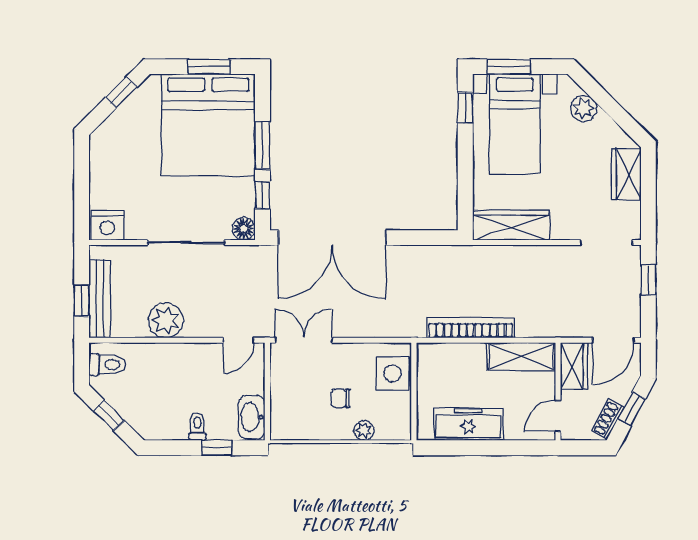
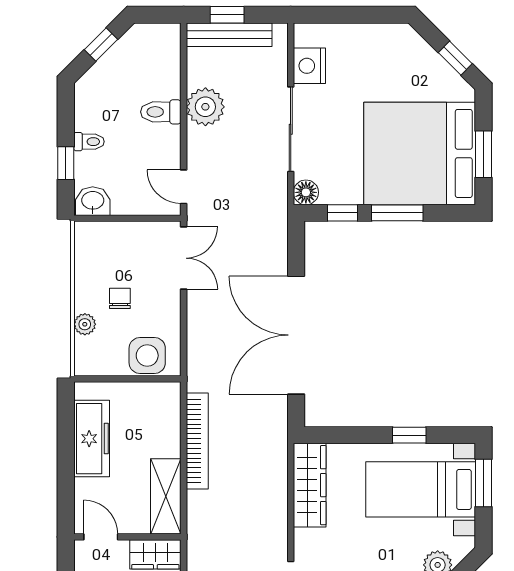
window: (465, 108) -> (409, 435), moved
nightstand: (107, 225) -> (309, 66), moved
double door: (332, 238) -> (296, 335), moved
toilet: (107, 365) -> (161, 112), moved, turned 90
washbasin: (252, 417) -> (93, 201), width x0.72

